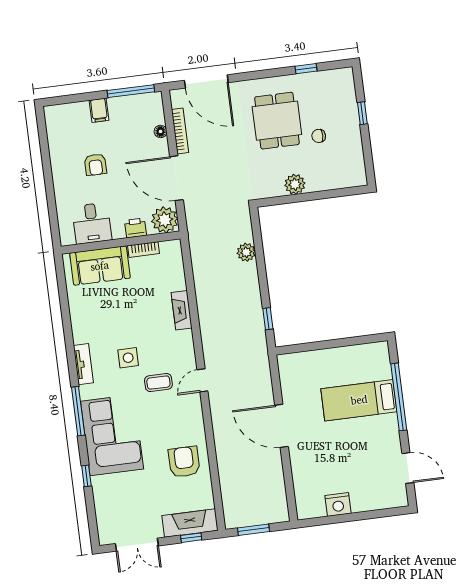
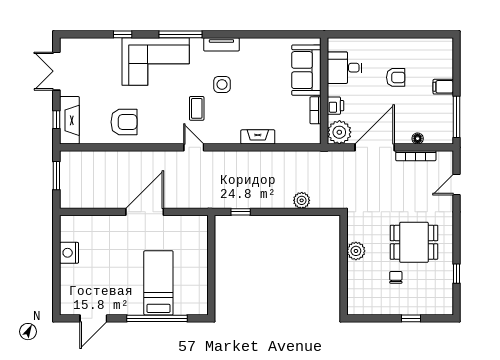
door: (206, 81) -> (456, 184), width x0.53
armchair: (95, 165) -> (396, 77), turned 180

